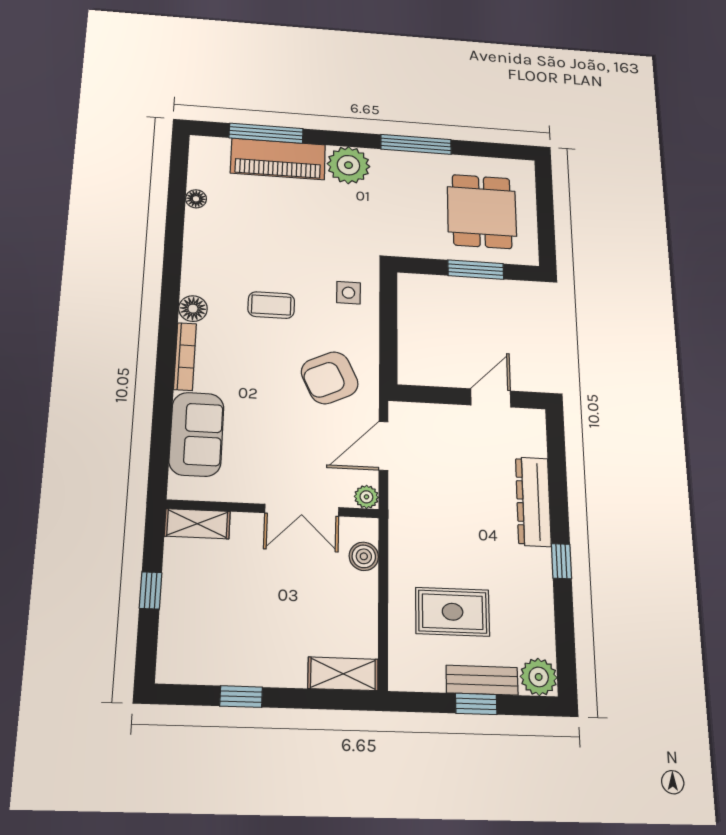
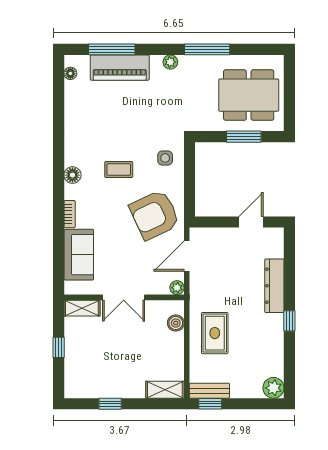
plant: (348, 165) -> (170, 62), width x0.53, depth x0.53
floor lamp: (196, 199) -> (70, 73), moved
dining table: (482, 211) -> (249, 95), width x1.38
bookcase: (185, 356) -> (70, 214), width x0.64
armchair: (330, 378) -> (155, 215), width x1.36, depth x1.36
double door: (302, 510) -> (124, 297), moved
rug: (453, 612) -> (215, 333), moved, turned 90
bench: (482, 680) -> (209, 391), moved
window: (476, 704) -> (210, 404), moved

